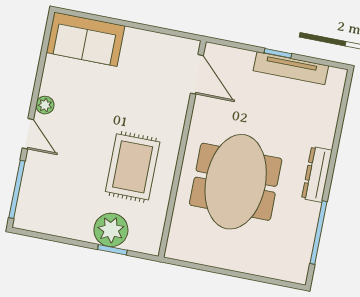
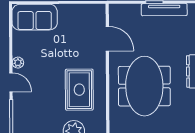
door: (197, 74) -> (107, 39), moved

